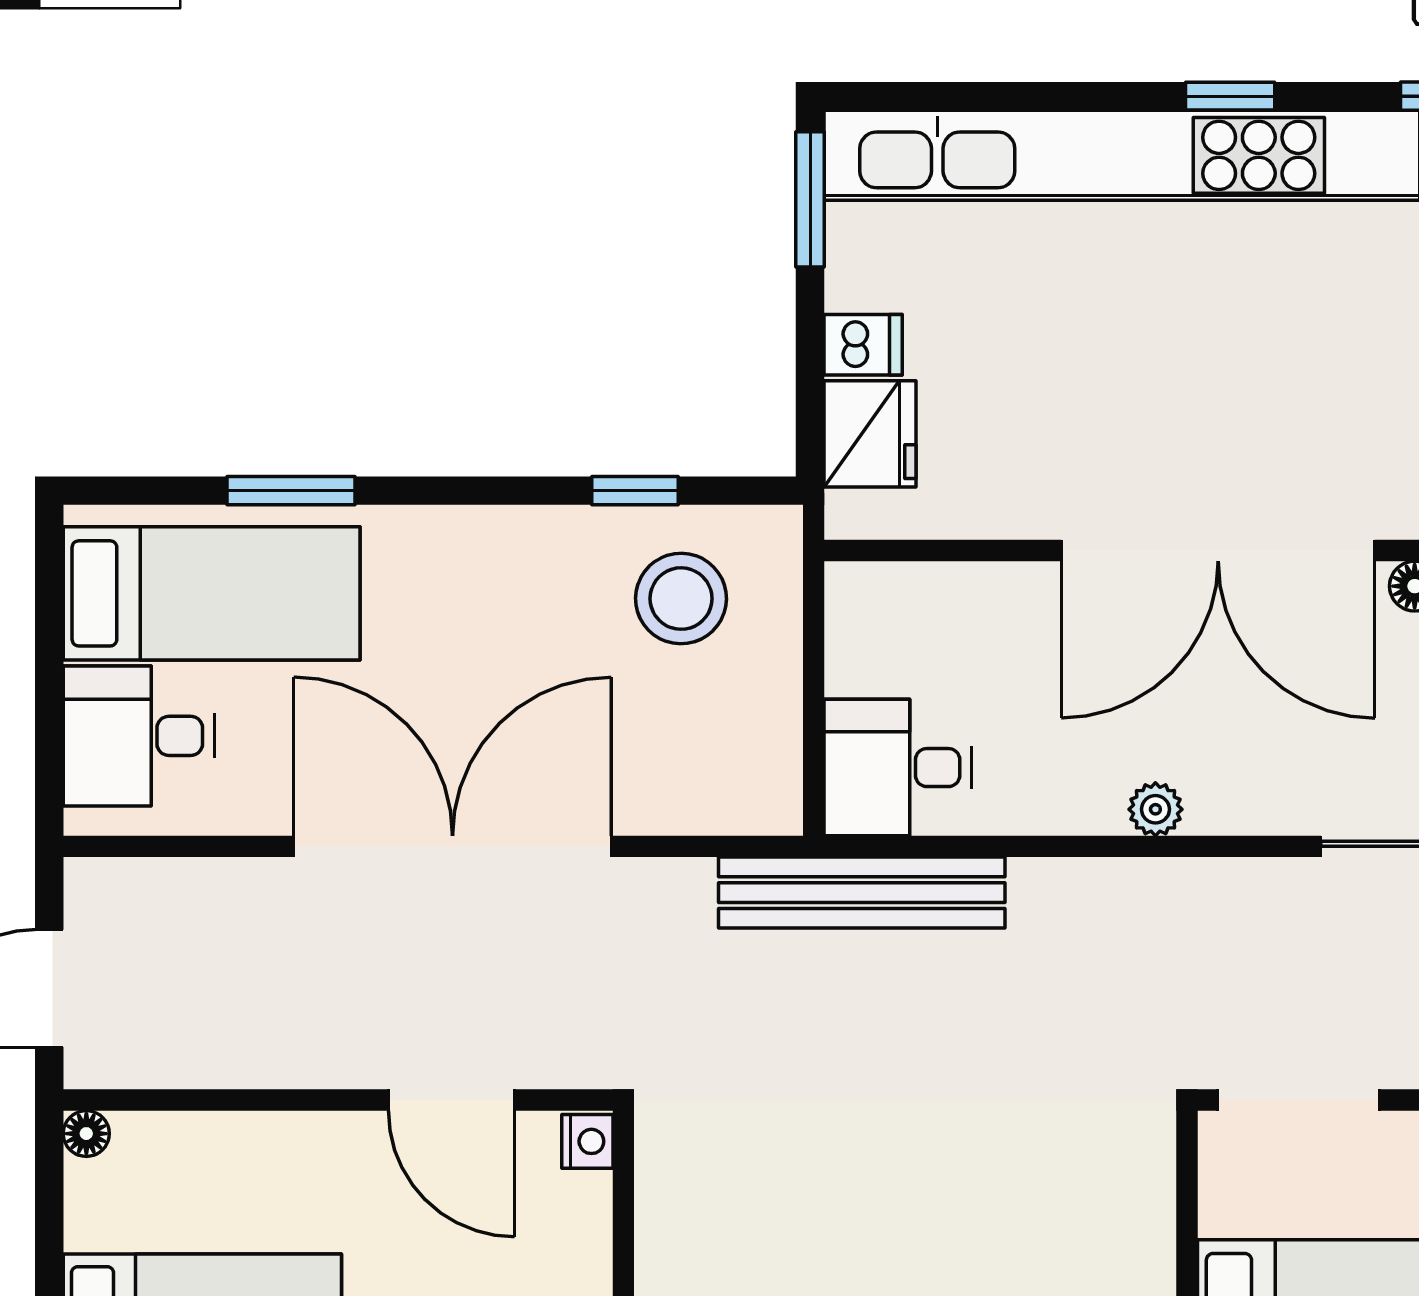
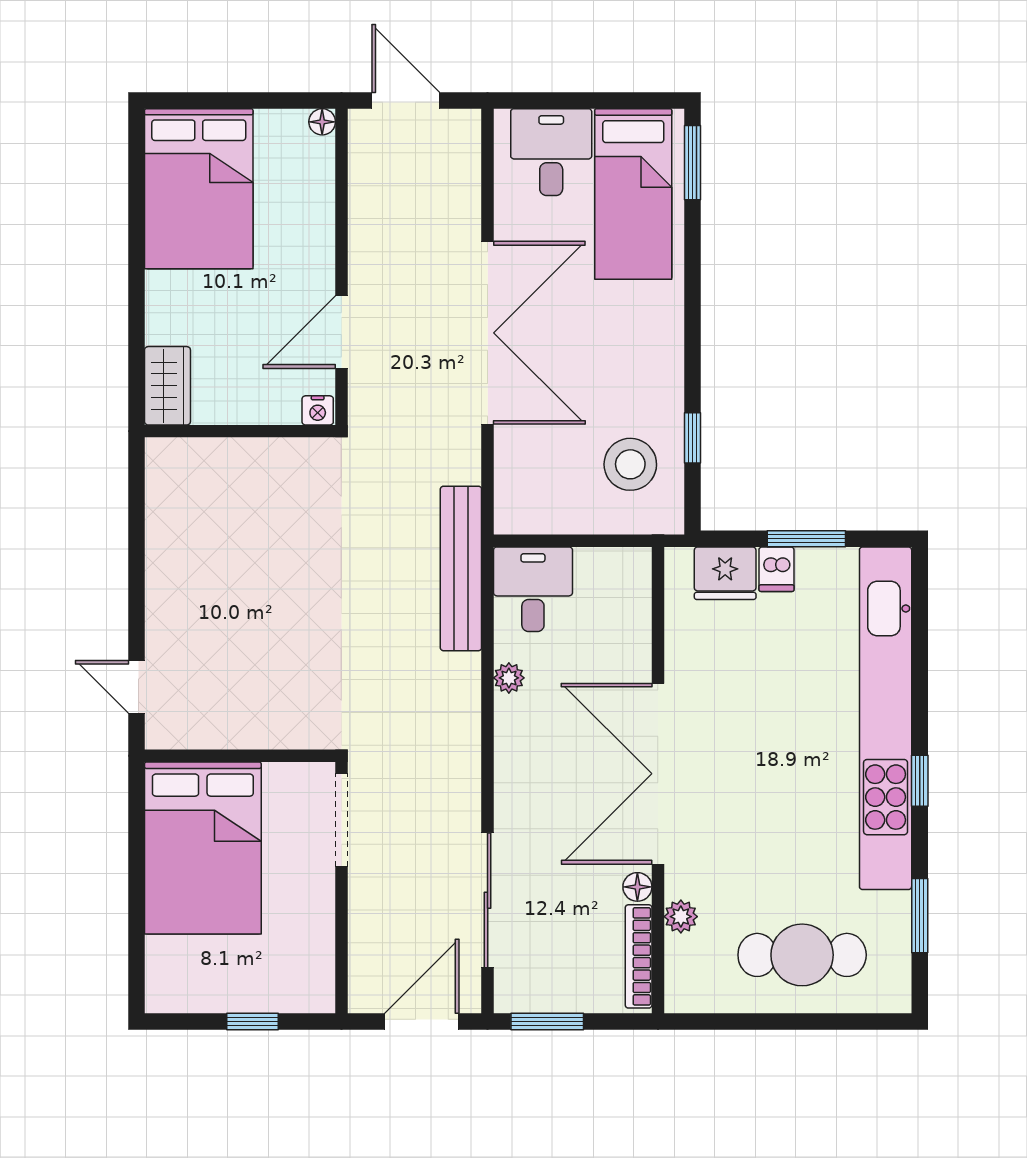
window: (810, 199) -> (806, 539), moved
window: (291, 491) -> (692, 163), moved
plant: (1155, 809) -> (509, 678), moved

